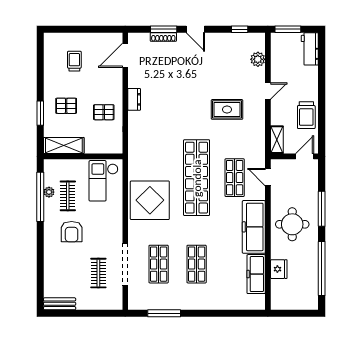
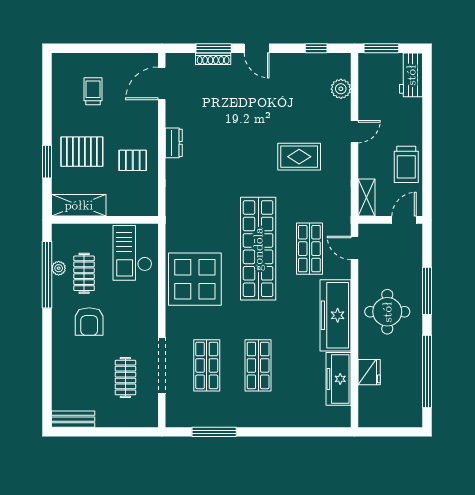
pallet: (66, 106) -> (82, 152), width x1.50, depth x1.42

